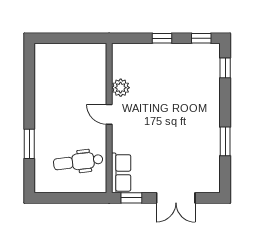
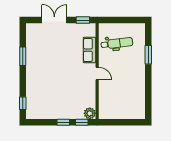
window: (201, 38) -> (82, 122), moved
plant: (121, 88) -> (90, 113), moved
row of seats: (121, 173) -> (89, 50), moved

